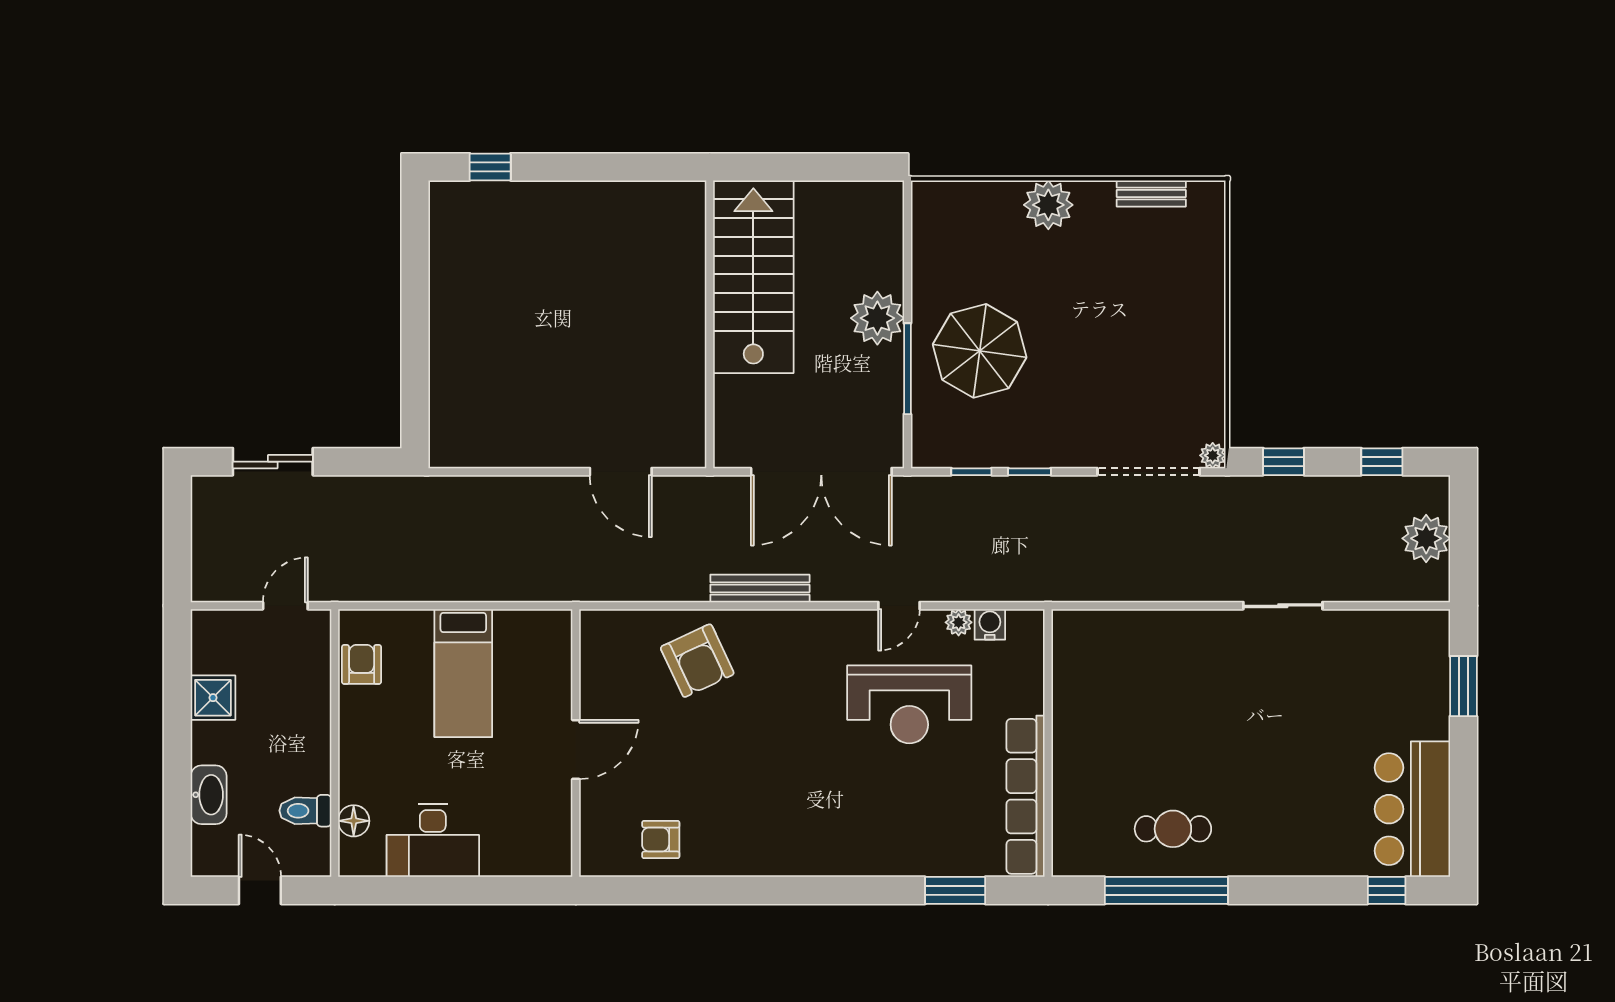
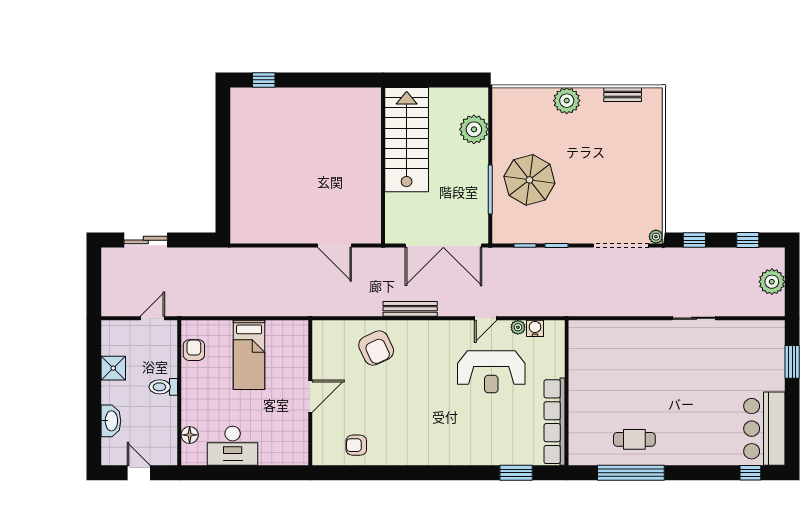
plant: (877, 318) -> (474, 129), moved
toilet: (305, 811) -> (163, 387), moved

